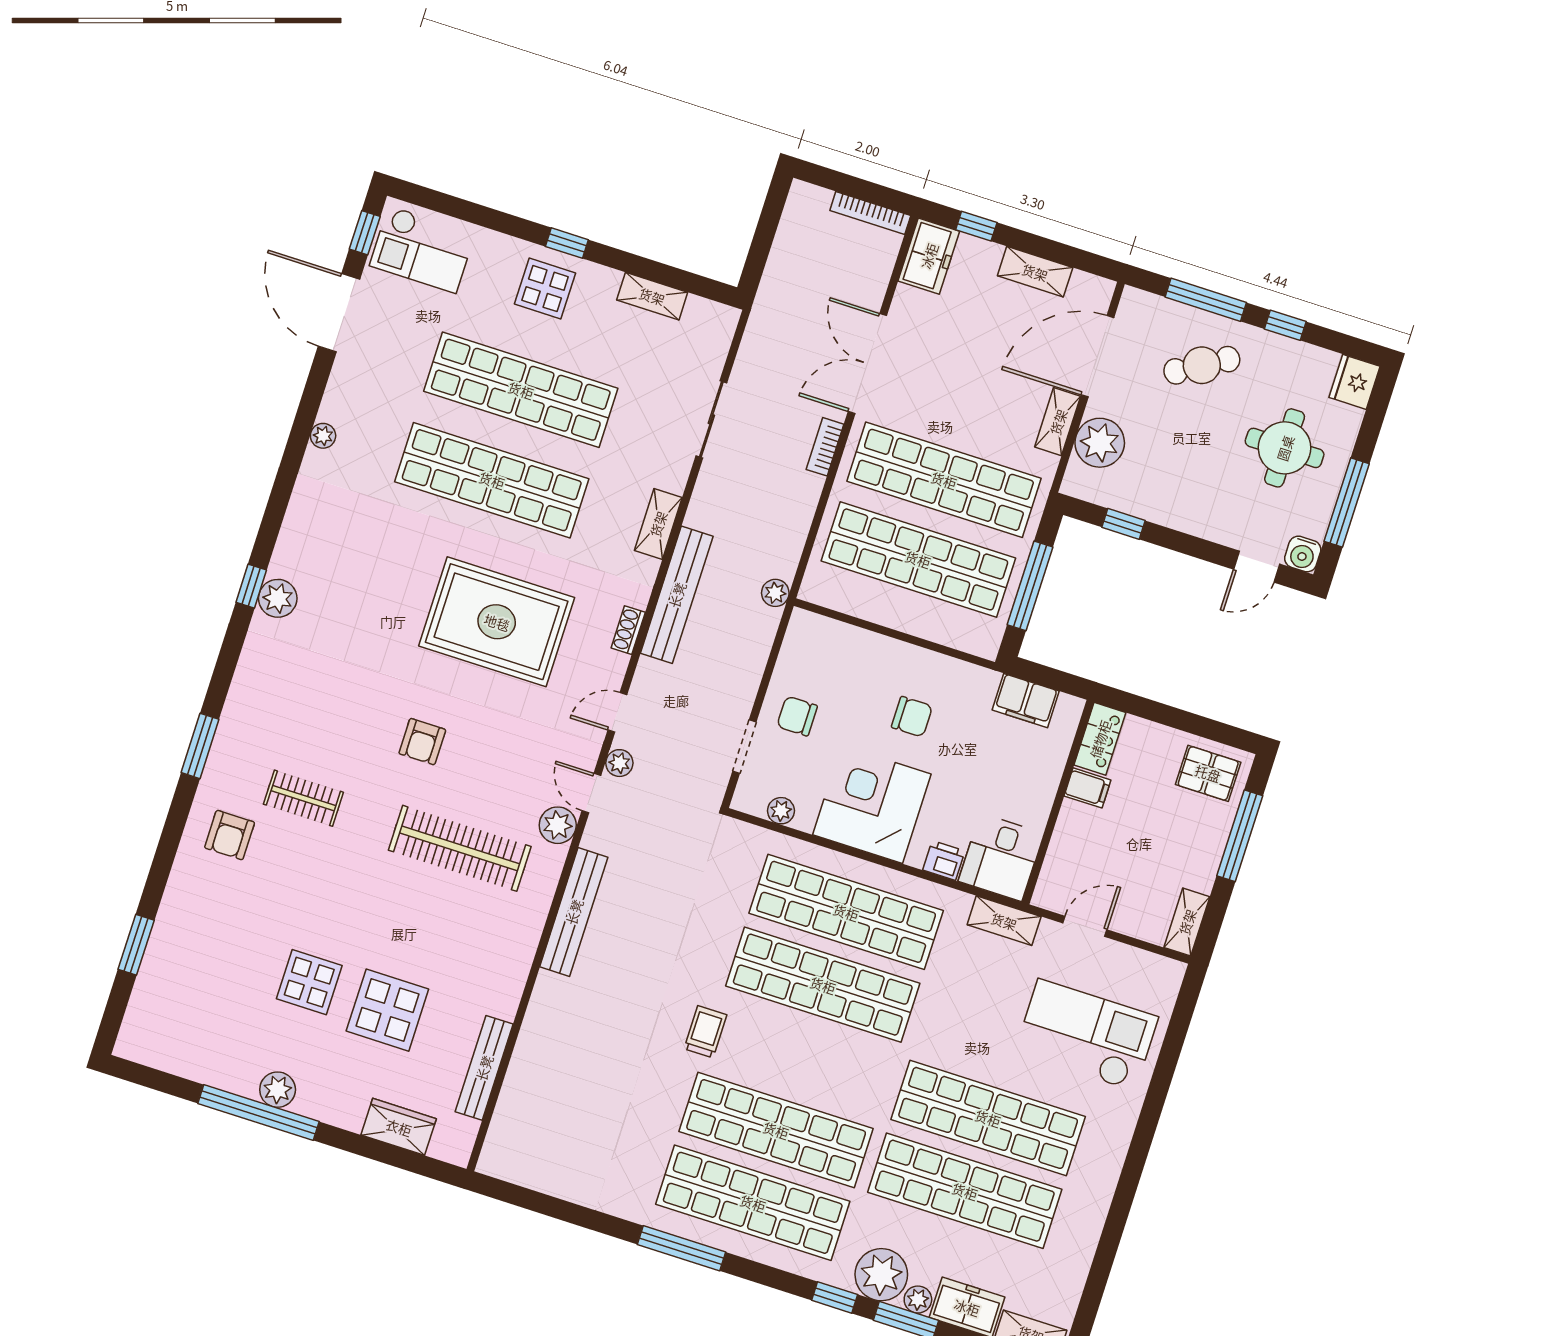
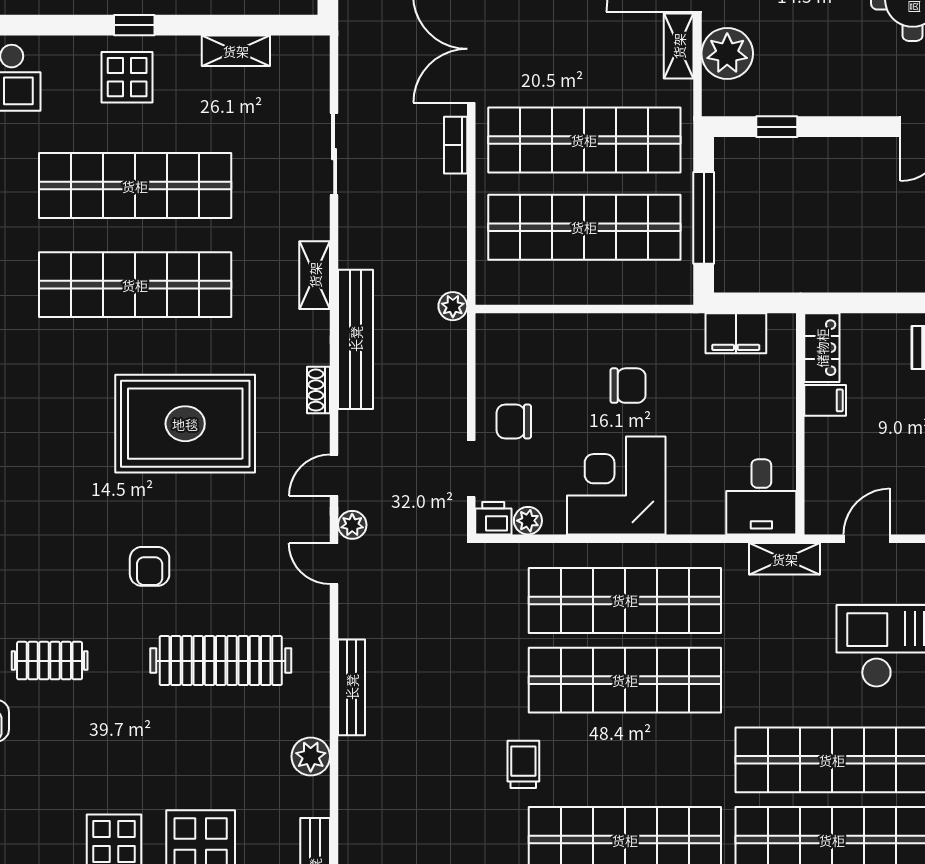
plant: (558, 825) -> (311, 756), moved
printer: (944, 860) -> (493, 518), moved
bench: (574, 912) -> (352, 687), width x0.73, depth x0.82

